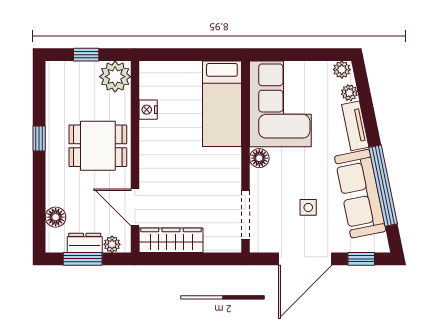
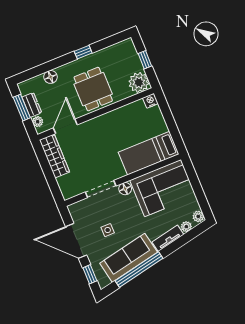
nightstand: (148, 110) -> (150, 101), moved
doorway: (245, 215) -> (101, 189), moved
floor lamp: (56, 217) -> (51, 77), moved

